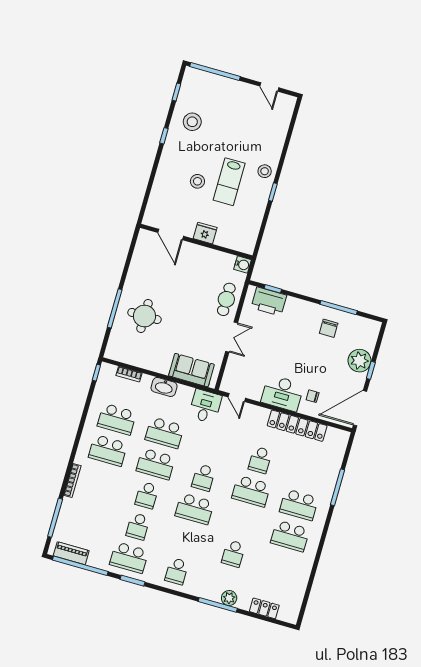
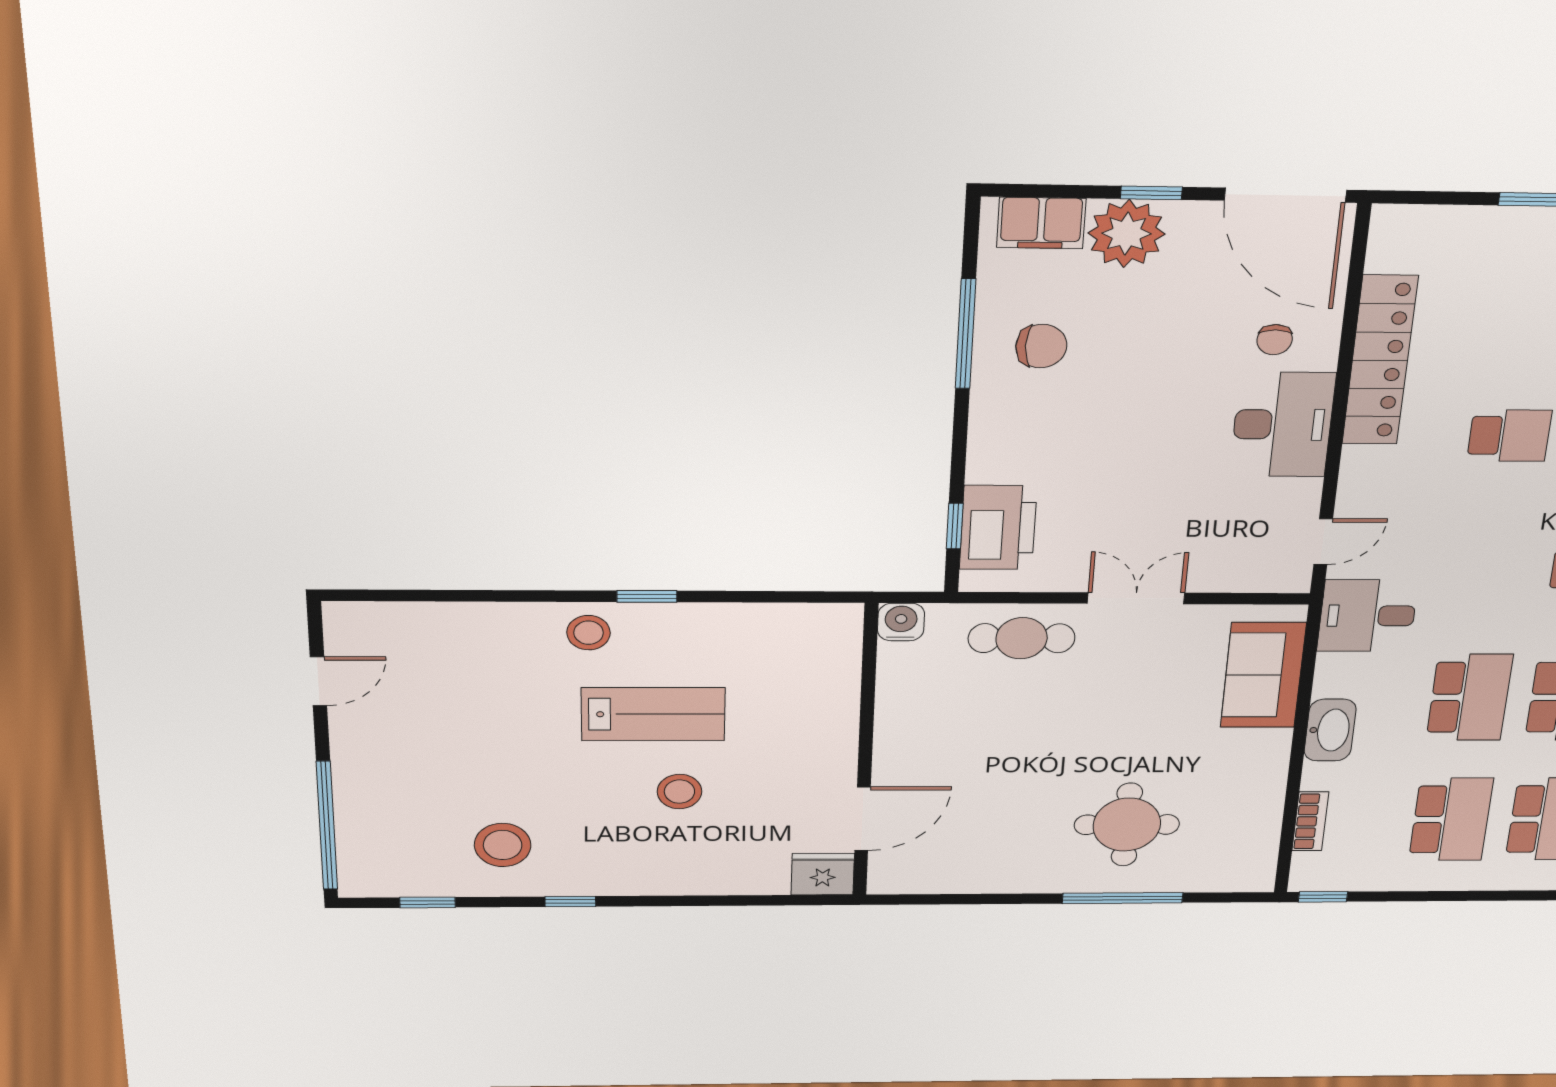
fridge: (205, 233) -> (823, 874), moved, turned 90
filing cabinet: (369, 337) -> (1041, 223), added

